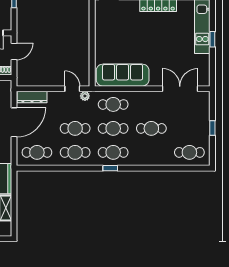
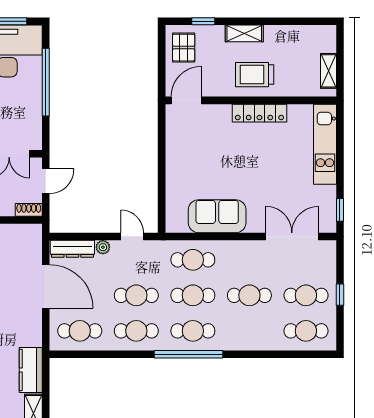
window: (212, 39) -> (340, 210), moved
sofa: (123, 75) -> (217, 216), width x0.73
plant: (85, 96) -> (103, 247), moved
door: (14, 122) -> (46, 286), hinge flipped
cafe table: (189, 128) -> (306, 295), added
window: (110, 168) -> (188, 354), width x3.17

